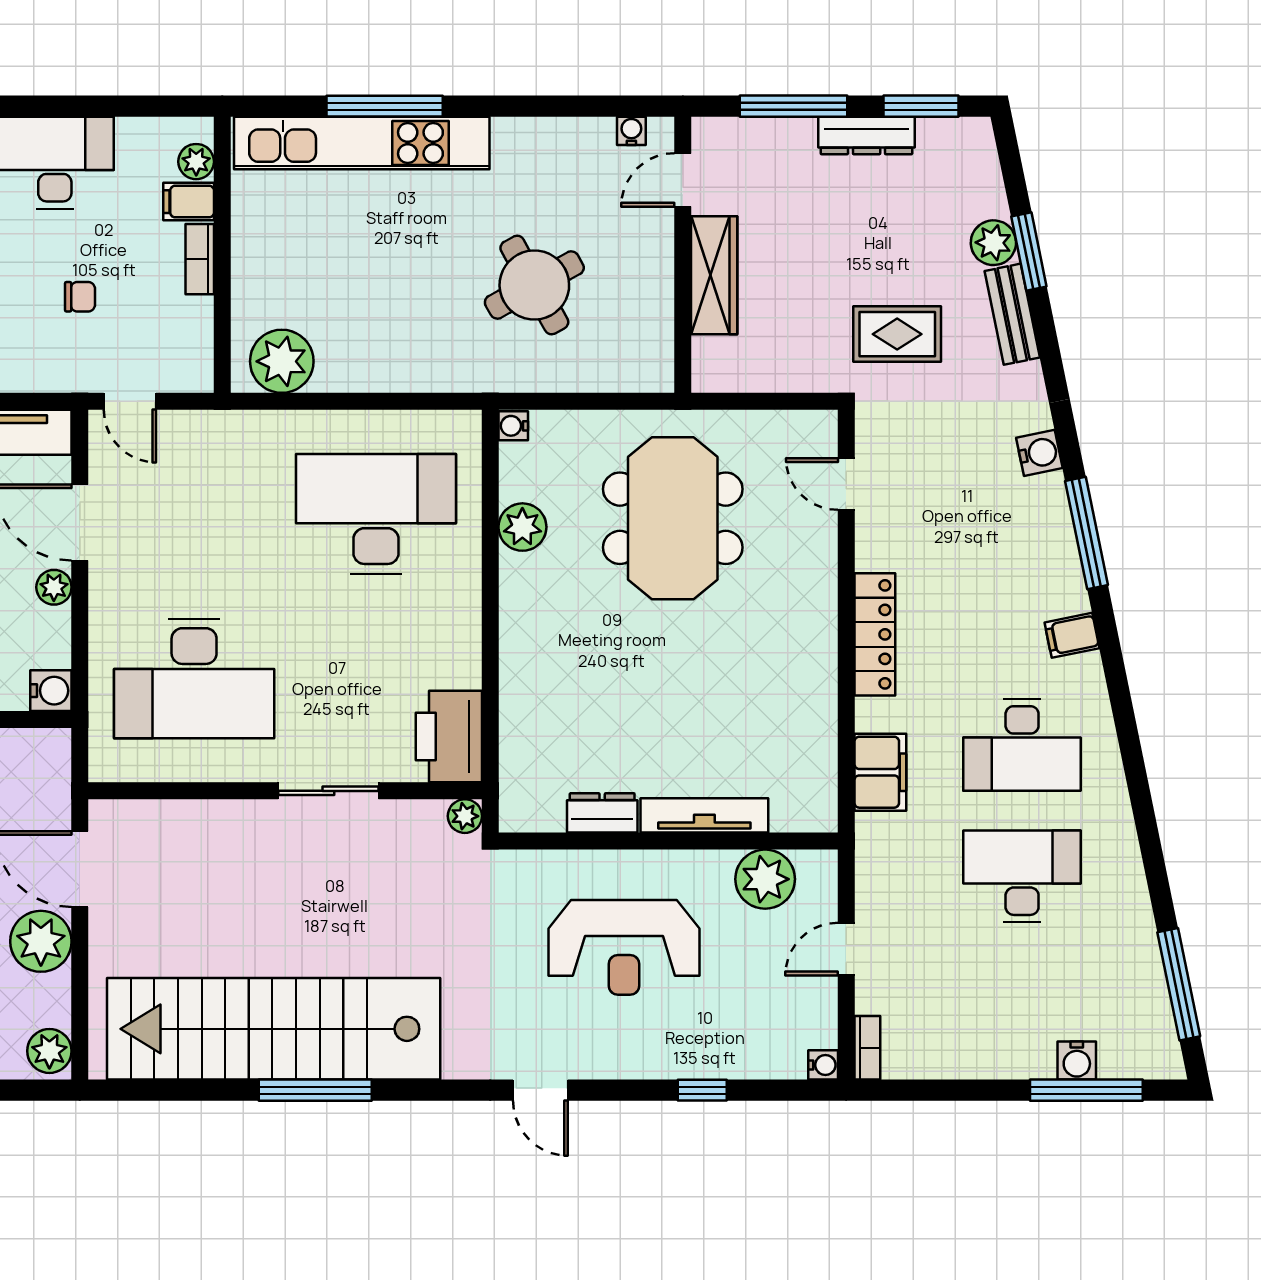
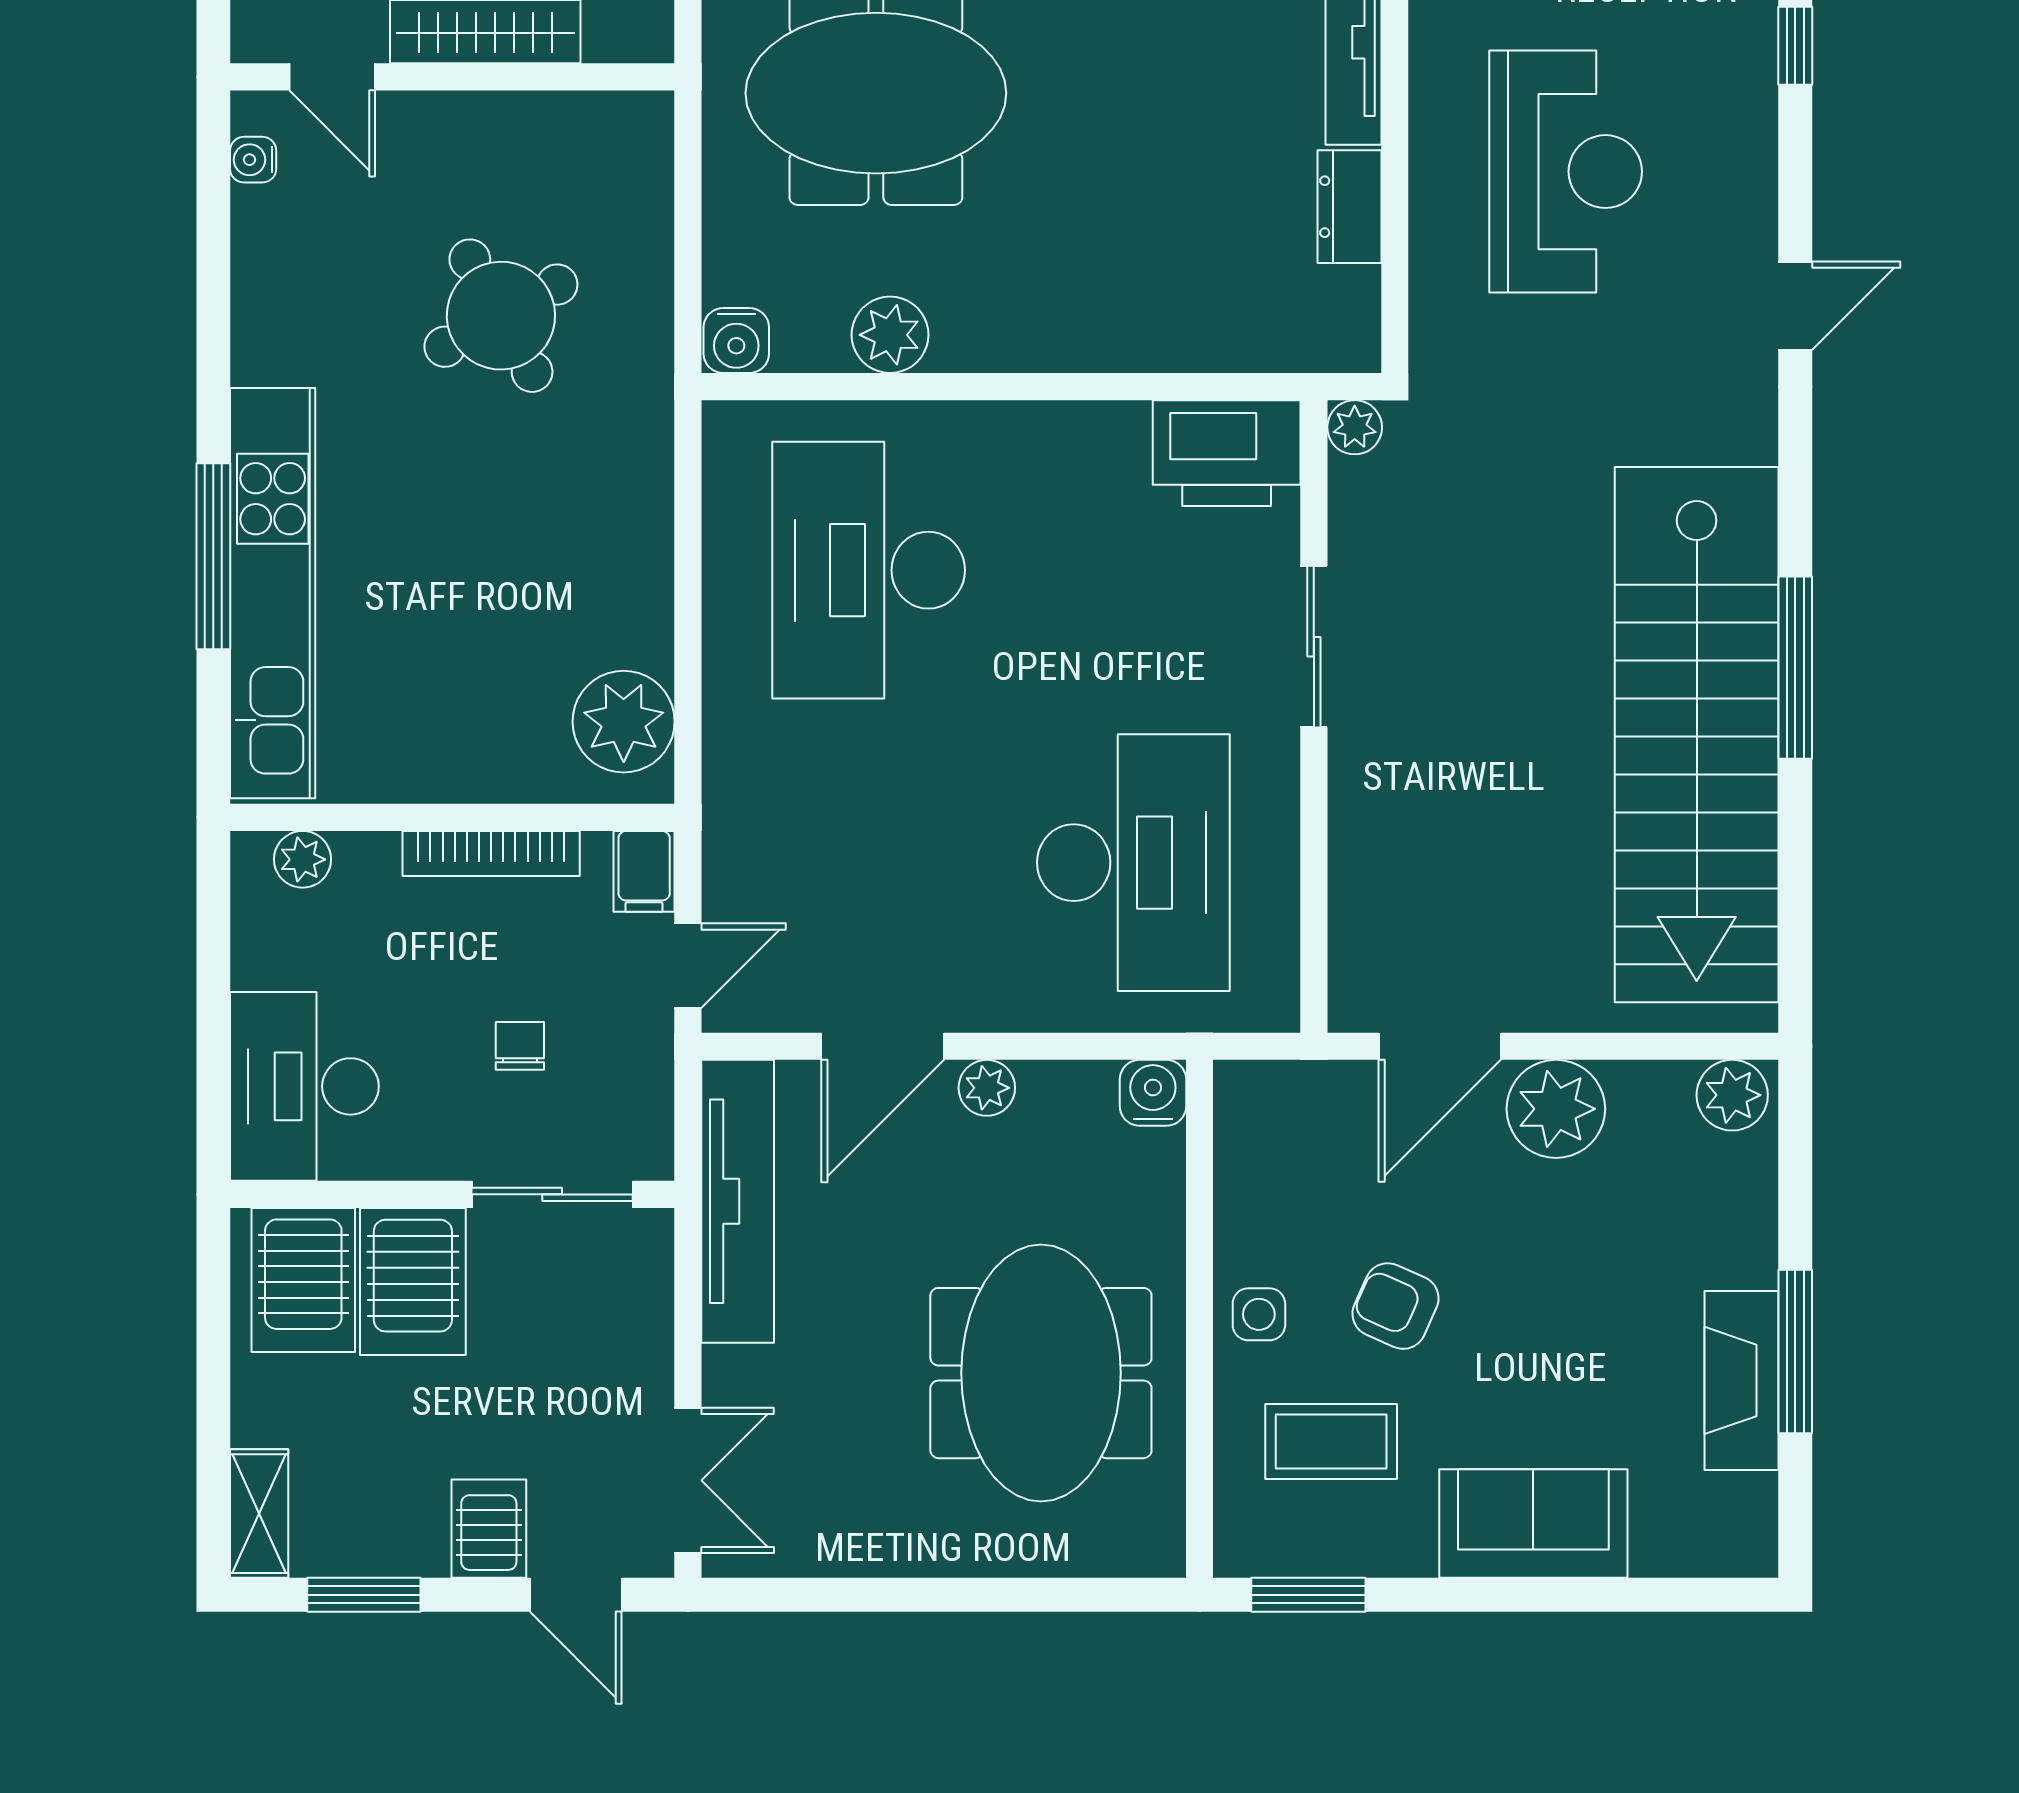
filing cabinet: (189, 202) -> (644, 871), moved
bookcase: (200, 259) -> (491, 853), width x1.56
water cooler: (513, 426) -> (736, 340), width x1.38, depth x1.38

